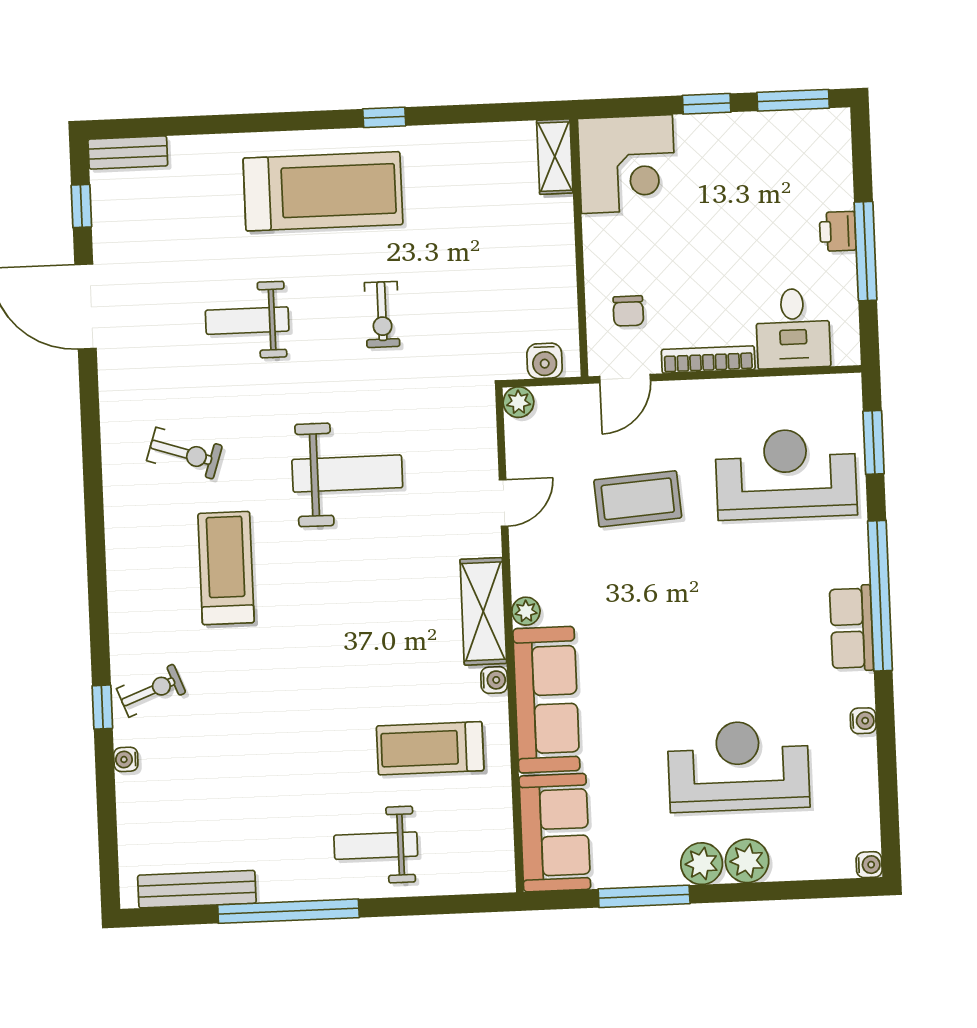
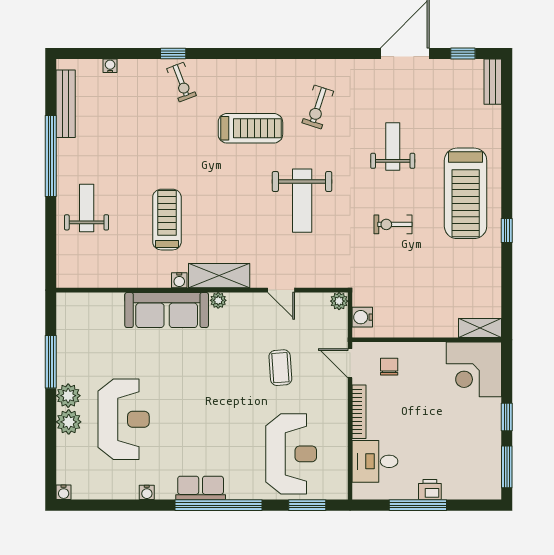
chair: (628, 311) -> (389, 367), turned 90
coffee table: (638, 499) -> (280, 368), width x0.73, depth x0.77
treadmill: (430, 748) -> (167, 220), moved
water cooler: (126, 759) -> (110, 66), moved
sofa: (555, 833) -> (90, 312), removed

